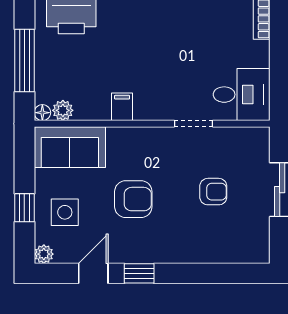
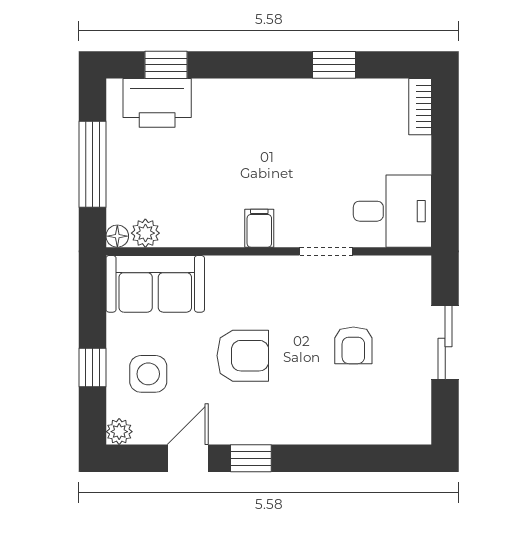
filing cabinet: (122, 107) -> (259, 228), moved
armchair: (213, 192) -> (353, 345), turned 90

